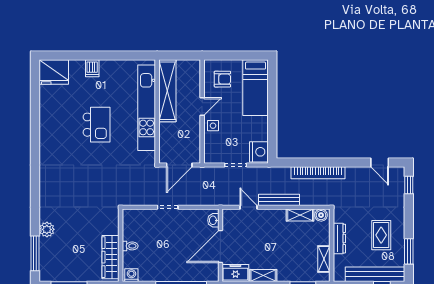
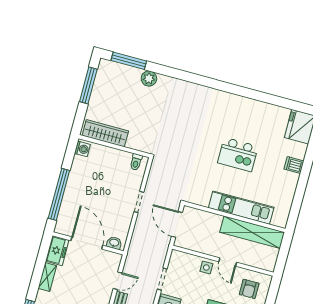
kitchen unit: (147, 108) -> (241, 208), width x0.73
toilet: (130, 246) -> (136, 162), moved

